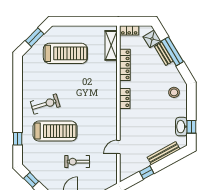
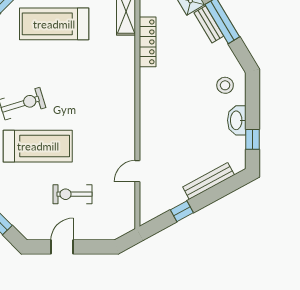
treadmill: (65, 53) -> (54, 24), turned 180
locker: (125, 99) -> (147, 95), removed
washbasin: (181, 127) -> (237, 120), moved

